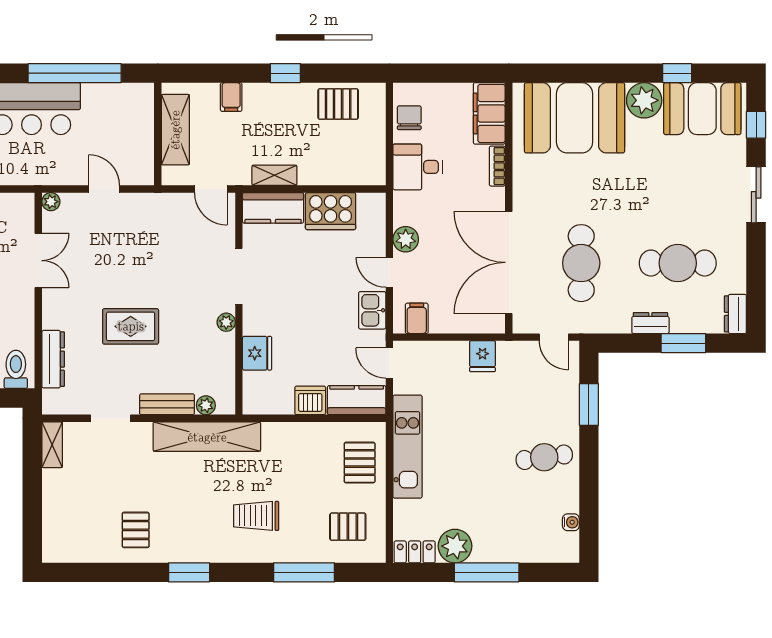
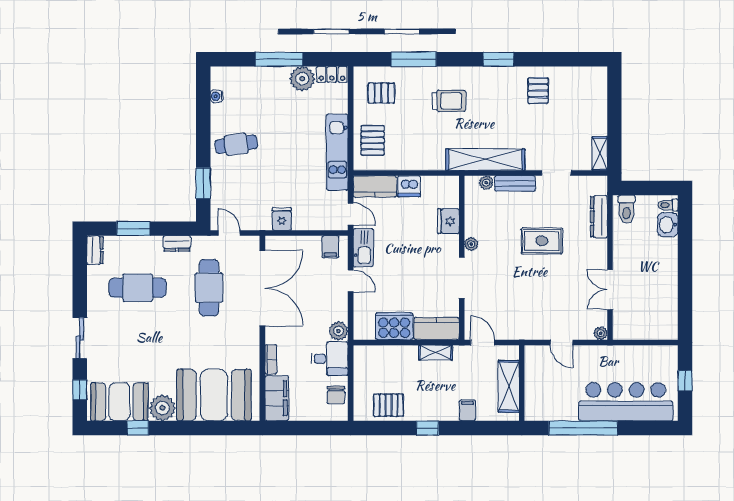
plant: (406, 239) -> (339, 331), moved
kitchen sink: (372, 310) -> (363, 248), width x1.38
dresser: (650, 323) -> (177, 243), moved

